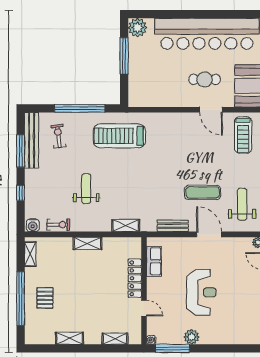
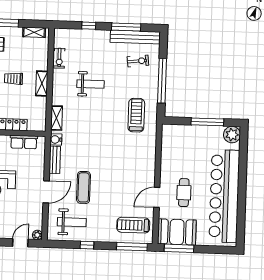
treadmill: (119, 136) -> (136, 115), width x0.73, depth x0.73
water cooler: (33, 225) -> (56, 139), moved
trolley: (83, 275) -> (14, 79), added

